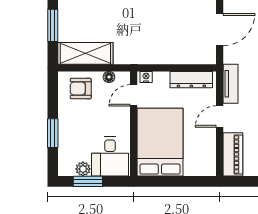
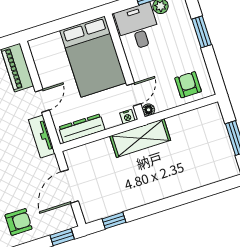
shelving: (85, 53) -> (140, 138), moved
floor lamp: (109, 77) -> (149, 110), moved
armchair: (81, 89) -> (188, 85), turned -90

